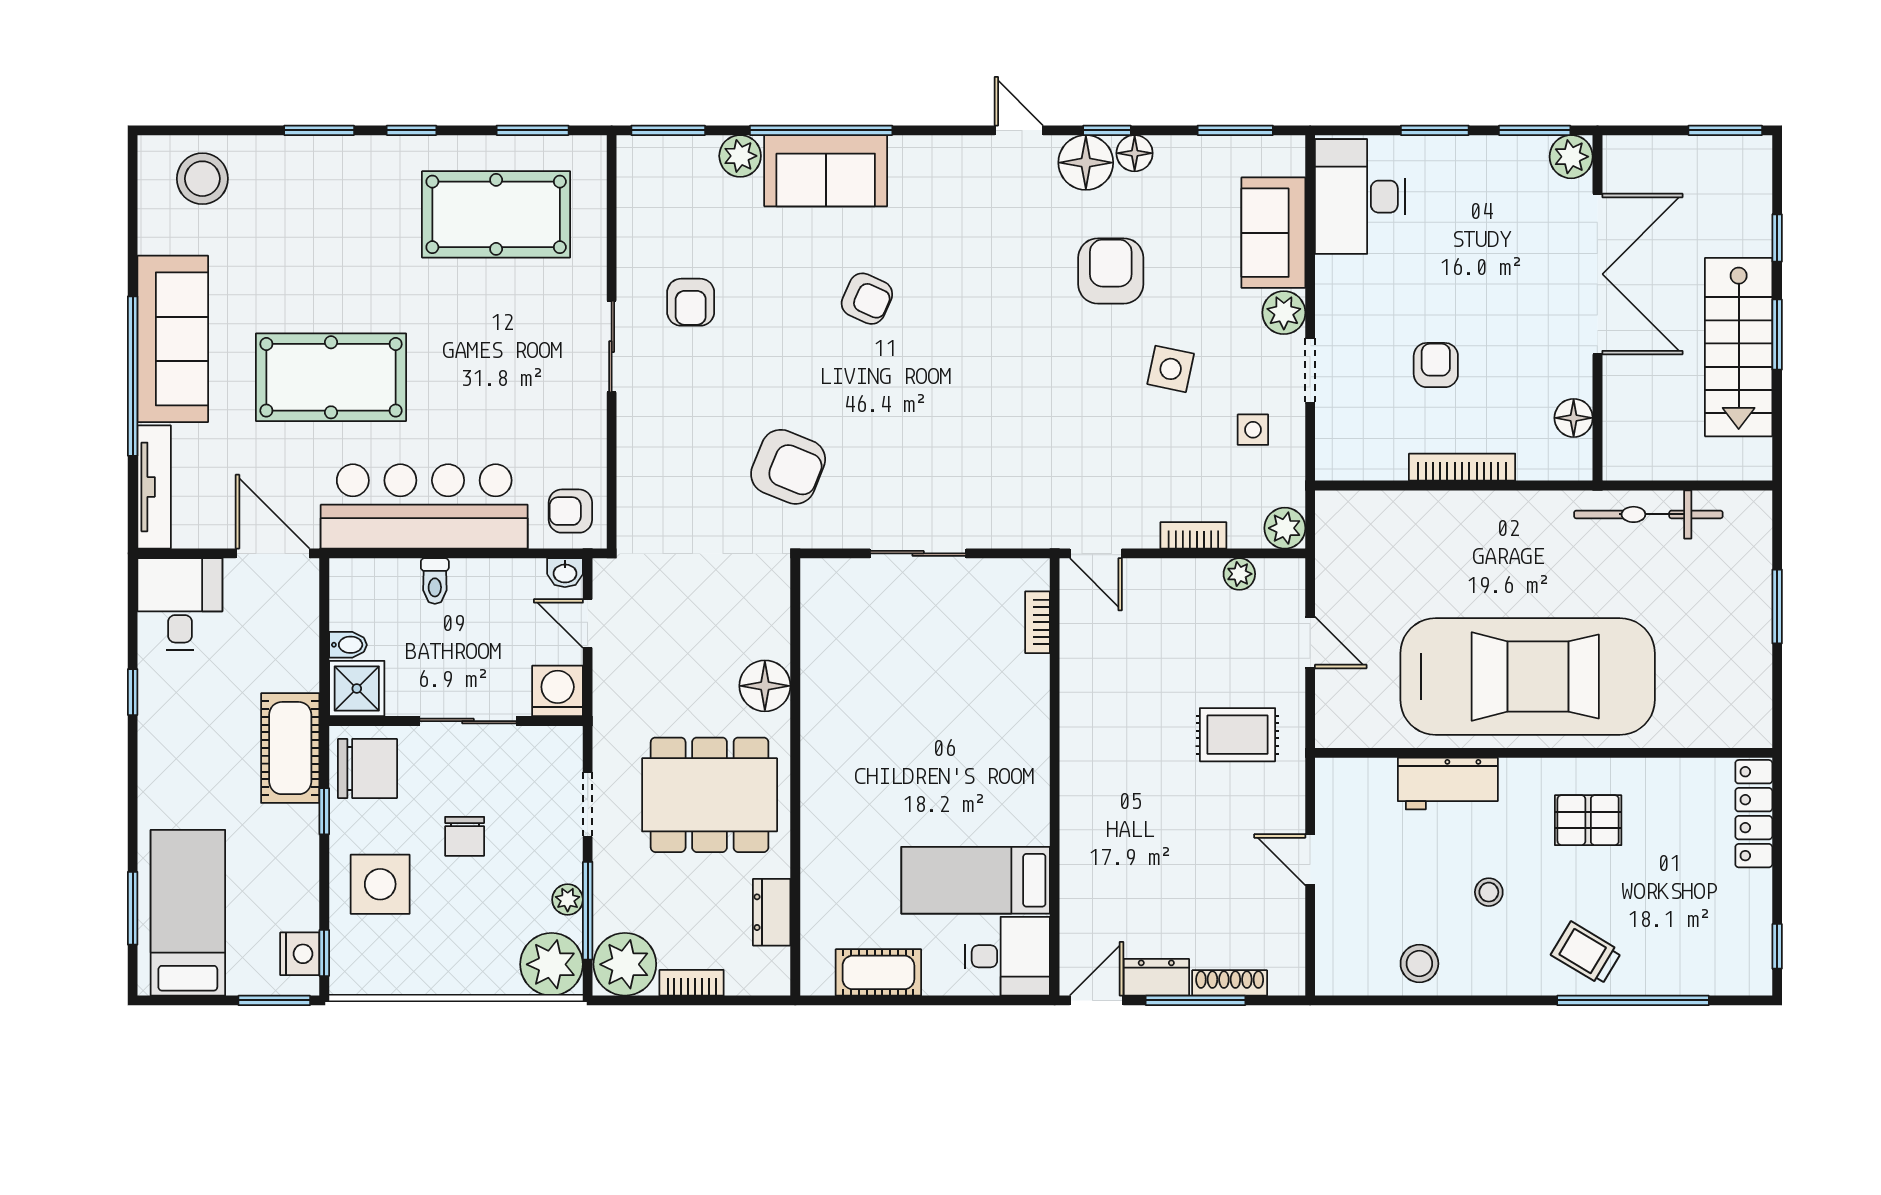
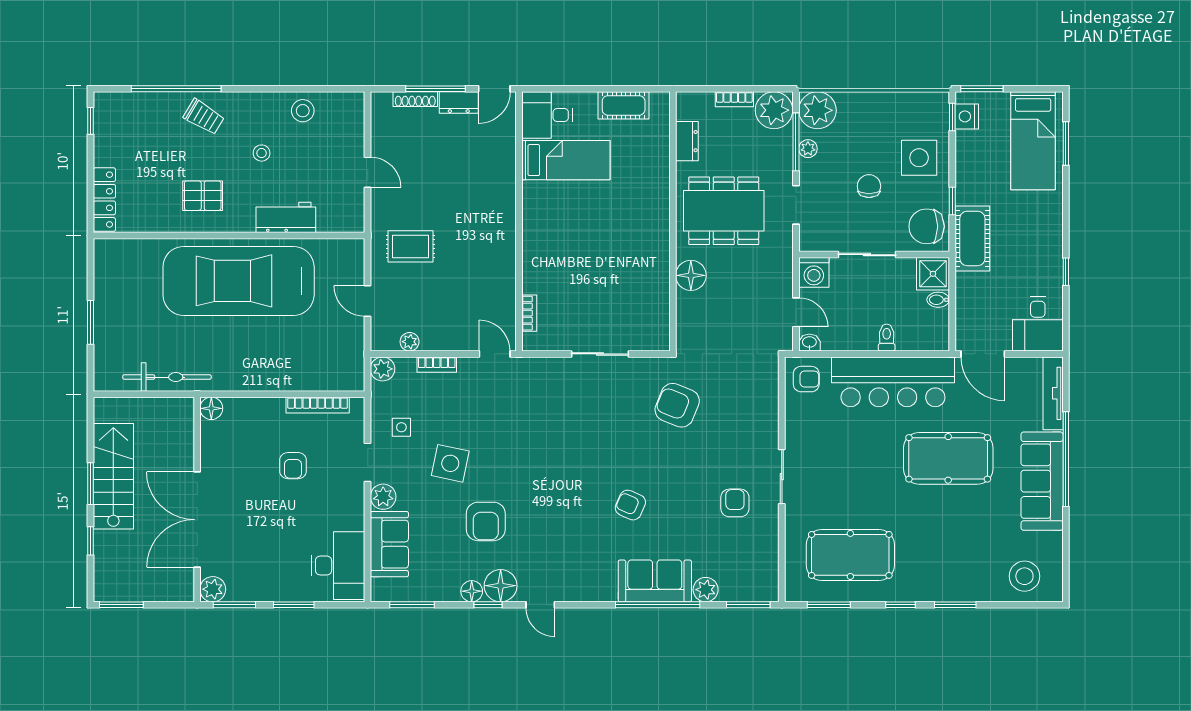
side table: (1171, 369) -> (450, 463), width x1.37, depth x1.37
floor lamp: (1574, 418) -> (211, 408), moved
bookcase: (1462, 467) -> (318, 405), moved

